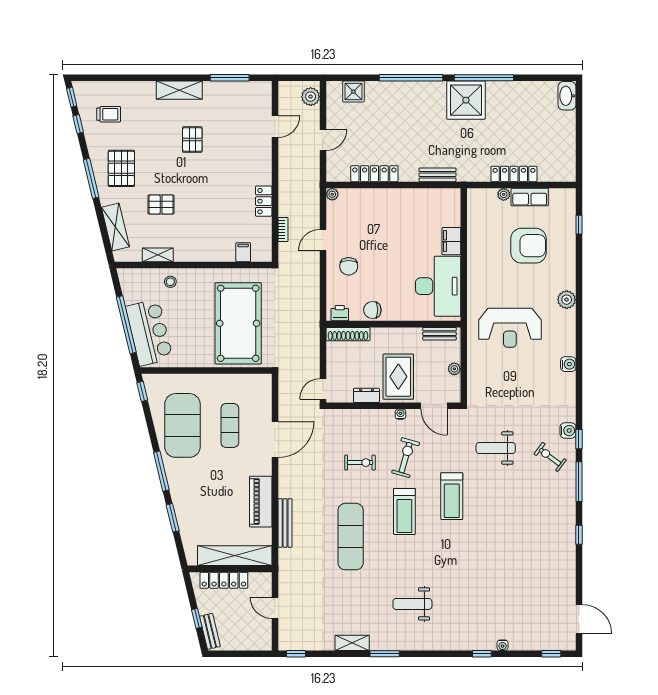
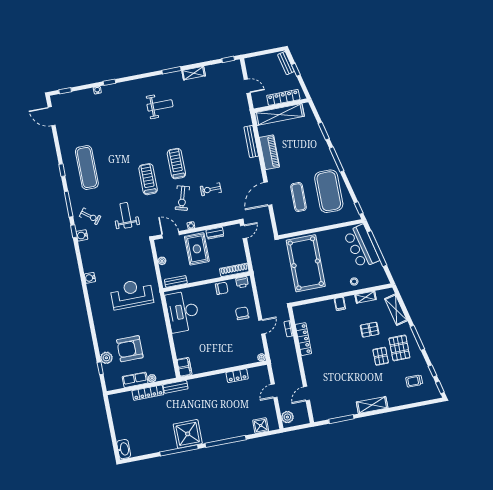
pallet: (192, 139) -> (381, 356), moved
locker: (374, 174) -> (237, 376), width x0.66
bench: (438, 175) -> (175, 387), moved
locker: (264, 201) -> (303, 339), width x1.53
filing cabinet: (451, 241) -> (184, 367), moved
filing cabinet: (243, 252) -> (340, 304), moved
plant: (567, 300) -> (106, 358), moved
weight bench: (496, 448) -> (126, 215), turned -90
exercise mat: (351, 537) -> (87, 168), moved

